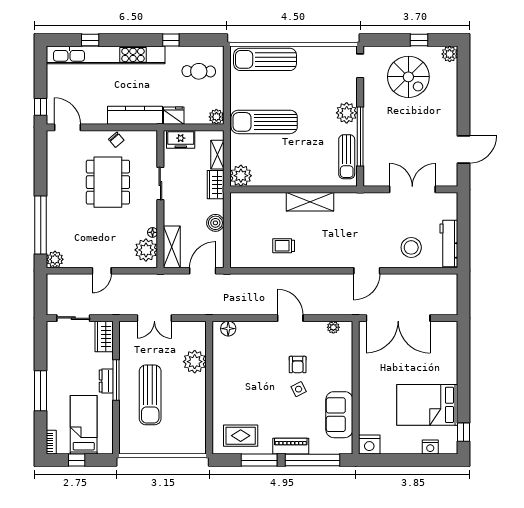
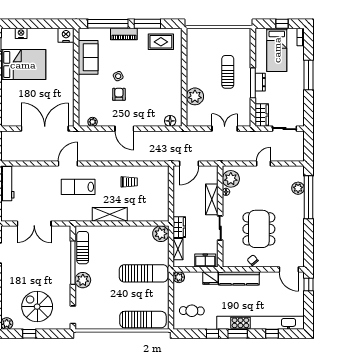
window: (137, 40) -> (238, 334), added
boiler: (215, 223) -> (180, 199), removed
lab bench: (353, 239) -> (78, 187), added
shelving: (172, 247) -> (212, 199), moved
stool: (411, 247) -> (35, 181), removed
plant: (55, 259) -> (298, 188), moved
sun lounger: (150, 395) -> (228, 72), width x0.73, depth x0.75

